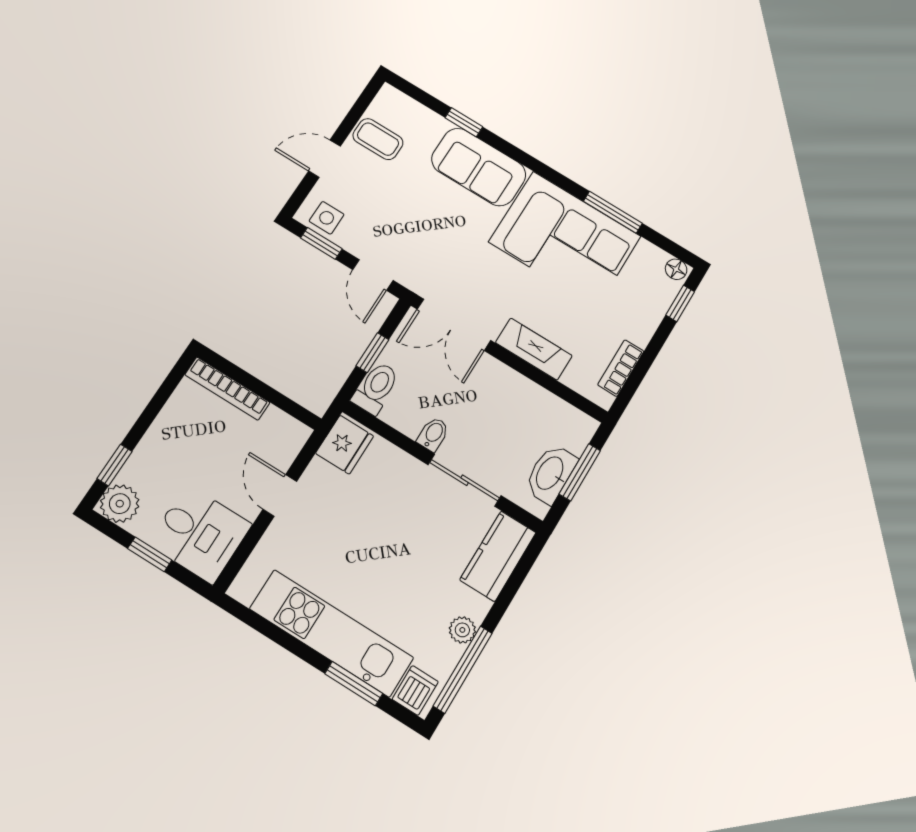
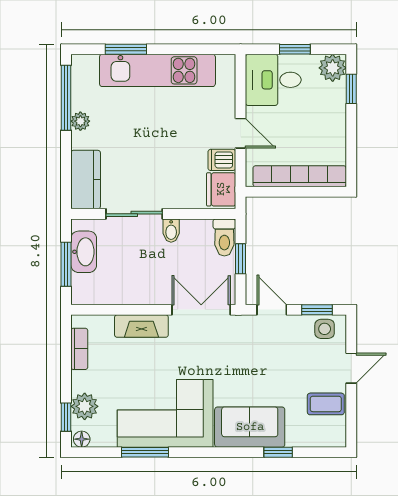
plant: (652, 302) -> (85, 406), added
bookcase: (227, 389) -> (300, 176), width x1.48, depth x1.31
dishwasher: (415, 690) -> (222, 160), moved, turned 90

